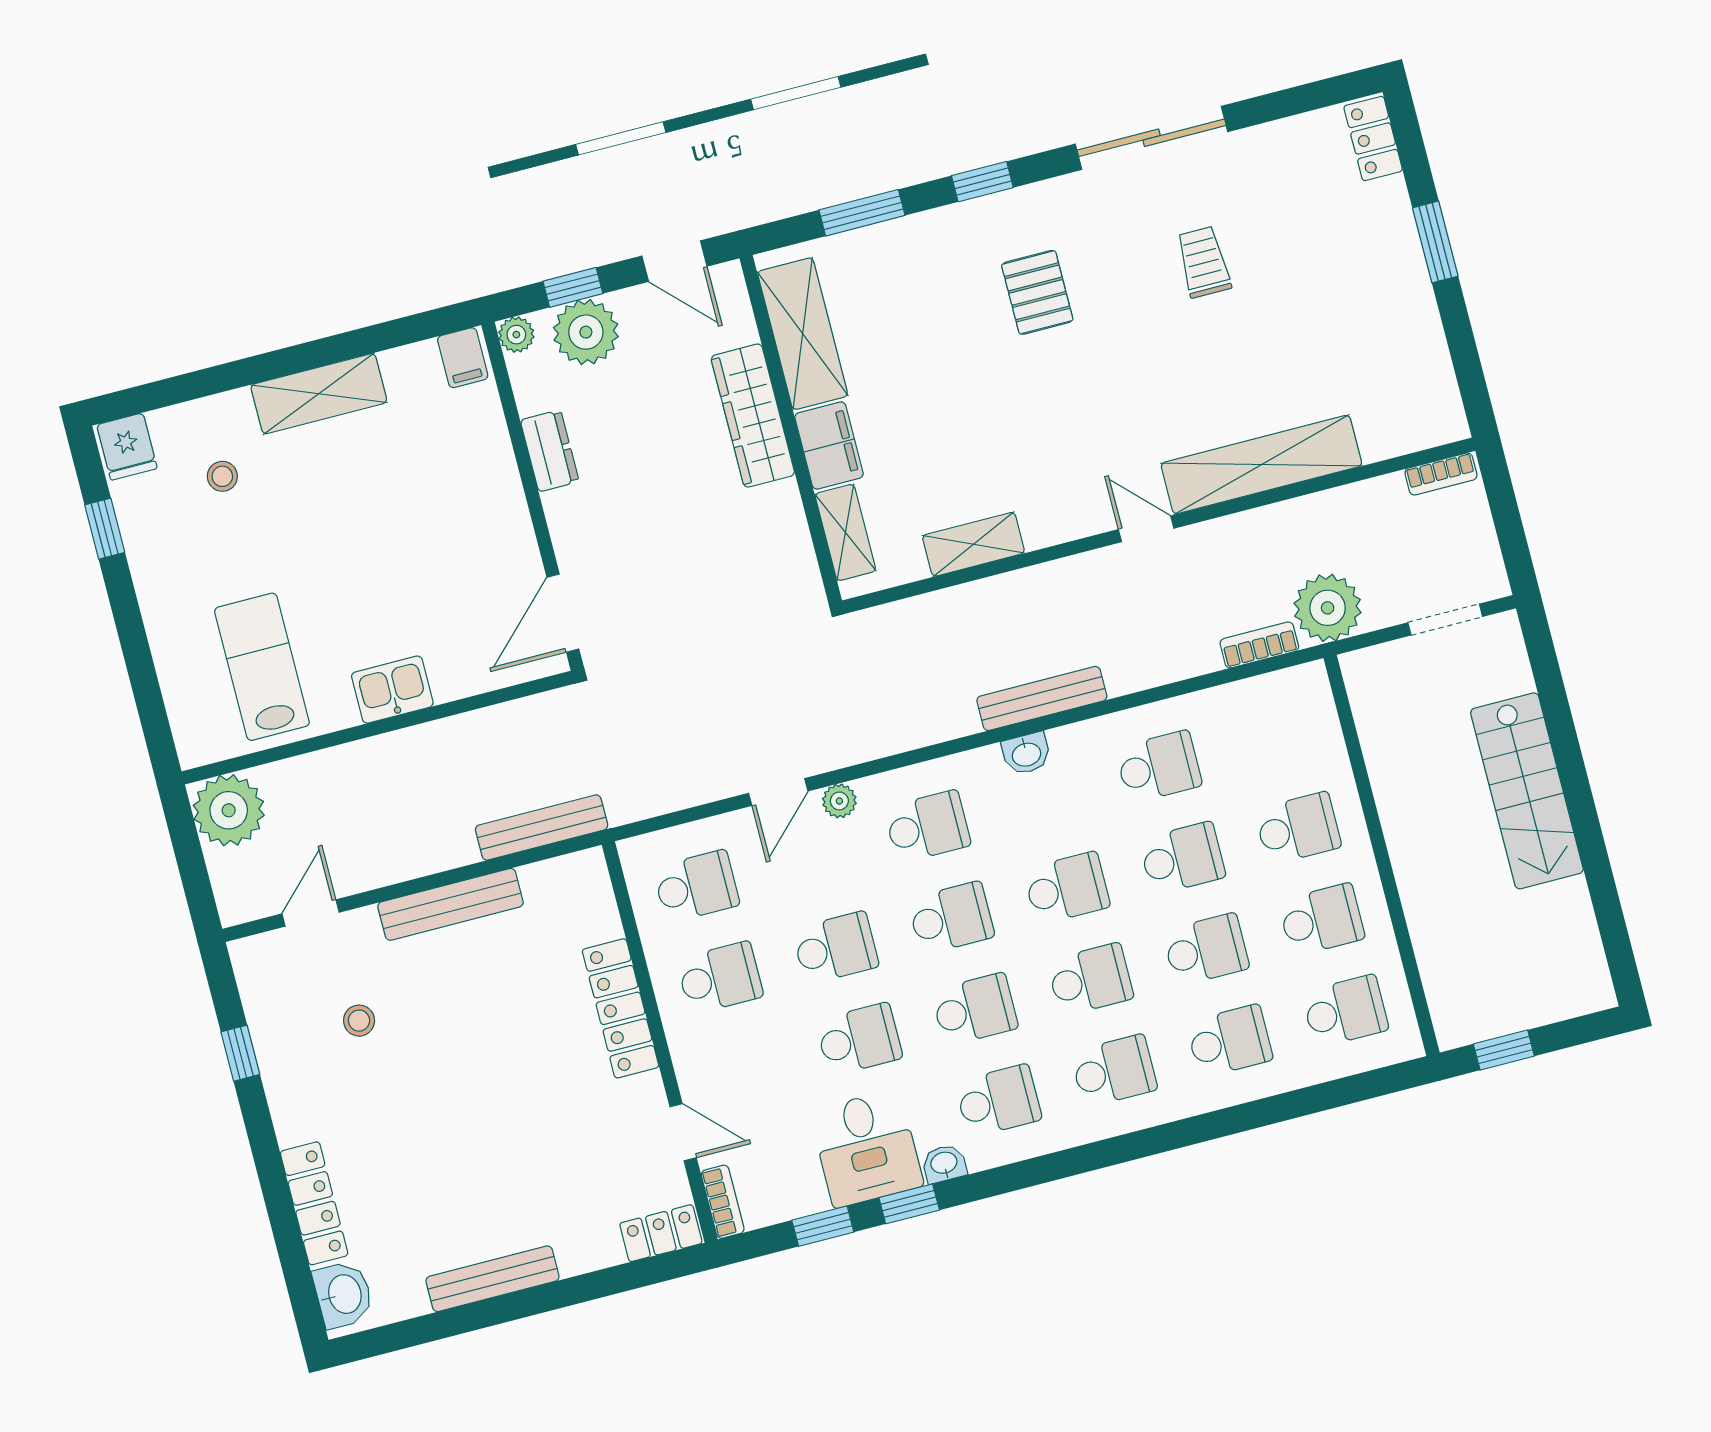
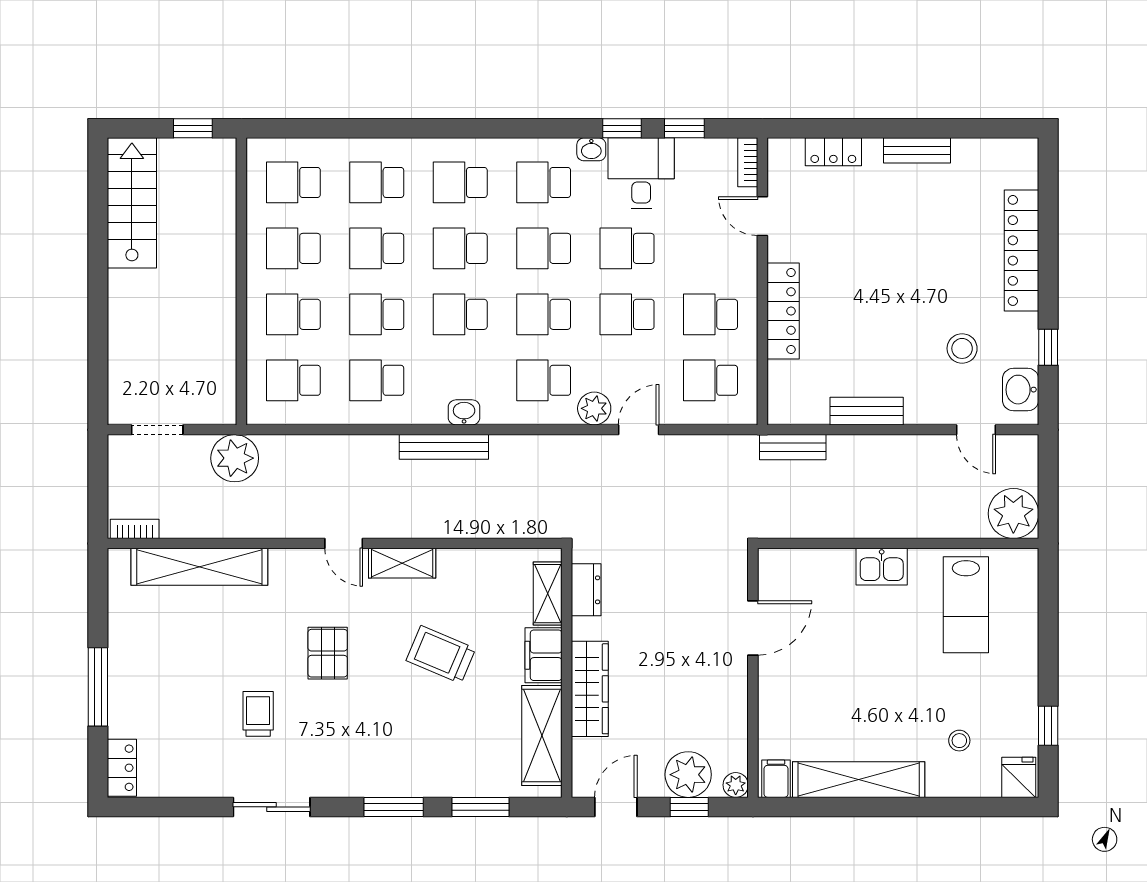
sliding door: (1152, 138) -> (272, 807), width x0.73
window: (982, 182) -> (394, 807), width x1.50
window: (1435, 242) -> (98, 687), width x1.44
door: (674, 261) -> (616, 807), hinge flipped
trolley: (1204, 262) -> (258, 714), turned 180
pallet: (1037, 292) -> (328, 653), moved
shelving: (319, 394) -> (859, 780), width x1.47
trolley: (972, 410) -> (441, 654), added
dresser: (550, 451) -> (586, 590), moved, turned 180
shelving: (1261, 465) -> (199, 567), moved
shelving: (974, 544) -> (402, 563), moved
door: (563, 613) -> (753, 628), moved
bookcase: (1259, 645) -> (287, 445), removed
school desk: (1274, 737) -> (293, 380), added
stairs: (1527, 791) -> (132, 203), moved
plant: (839, 801) -> (594, 408), width x1.38, depth x1.38
bench: (542, 827) -> (793, 447), width x0.73
bench: (450, 904) -> (867, 411), width x0.73
door: (311, 913) -> (976, 430), hinge flipped
stool: (359, 1021) -> (962, 348), width x1.37, depth x1.37
locker: (314, 1203) -> (1021, 250), width x1.41, depth x1.21
locker: (661, 1233) -> (833, 152), moved
bench: (492, 1279) -> (917, 150), width x0.73
washbasin: (343, 1294) -> (1021, 390), moved

